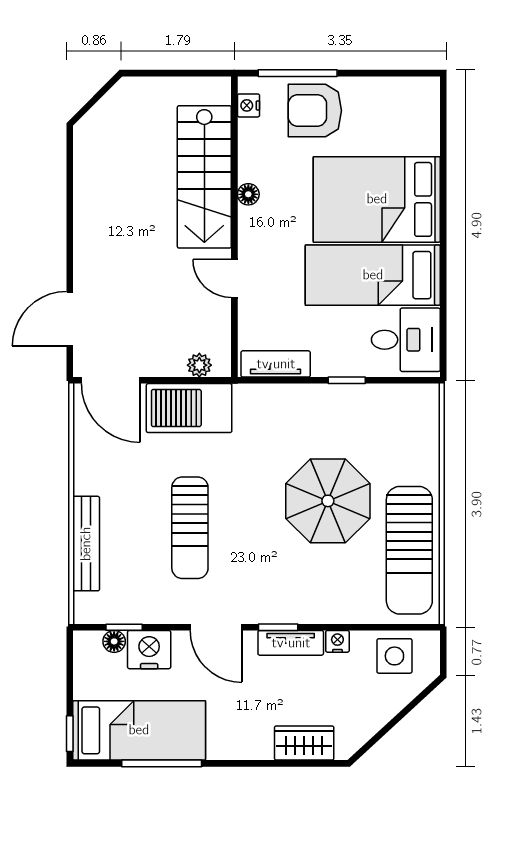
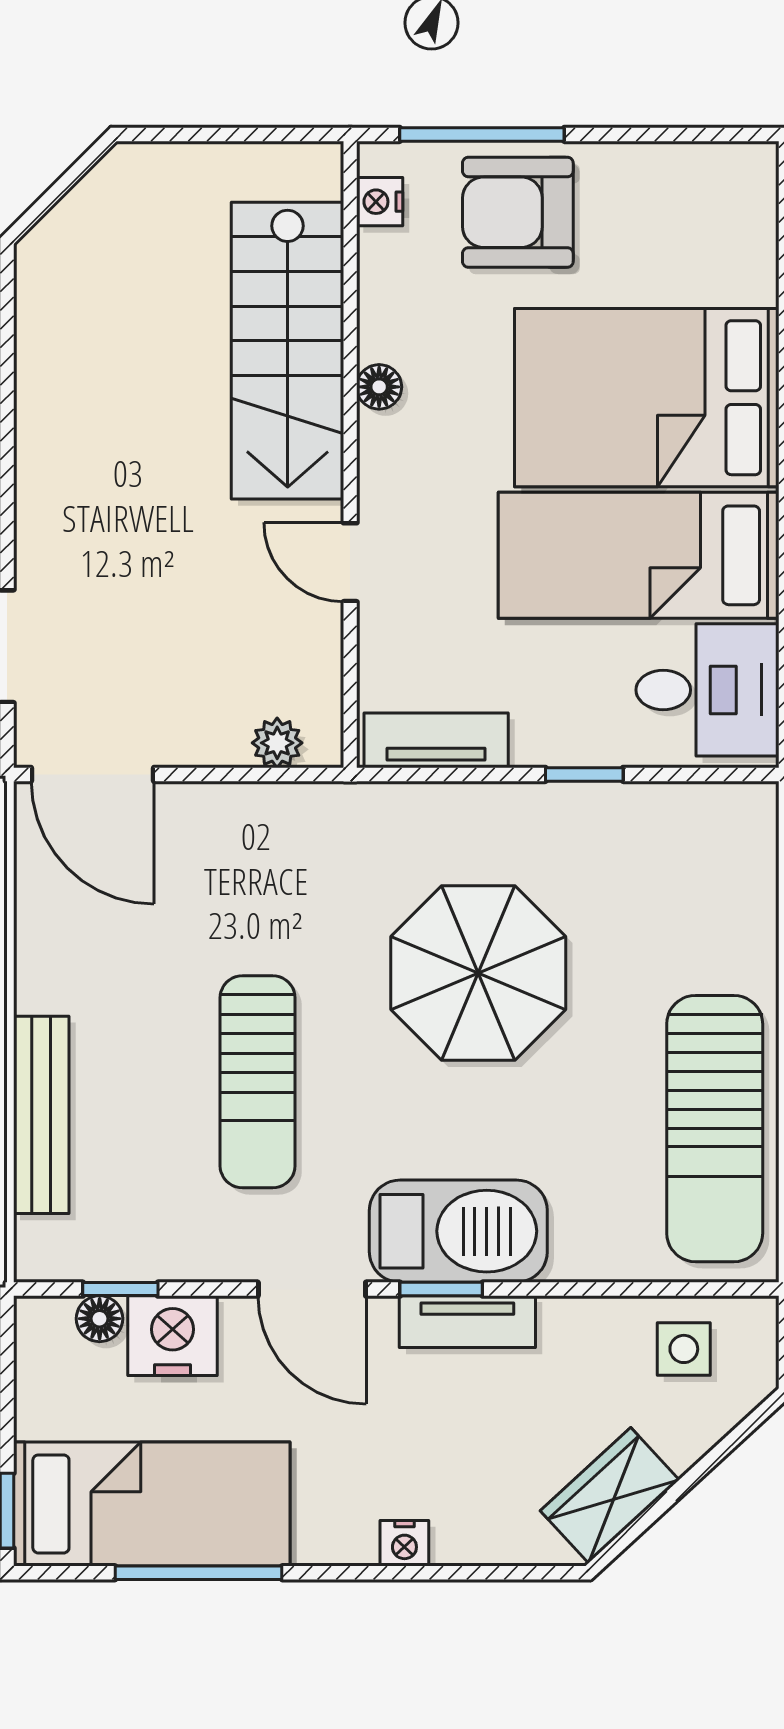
barbecue: (189, 408) -> (458, 1231), moved, turned 180
parasol: (328, 501) -> (478, 973), moved
nightstand: (337, 641) -> (404, 1543), moved, turned 180
side table: (394, 656) -> (684, 1349), width x0.73, depth x0.73
wardrobe: (304, 743) -> (610, 1495), moved, turned -43

